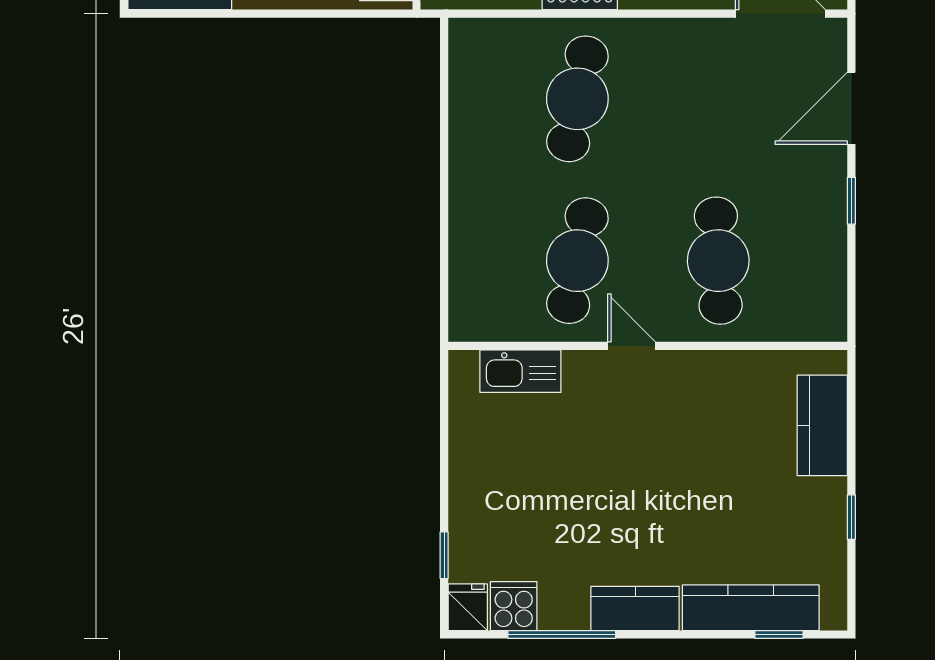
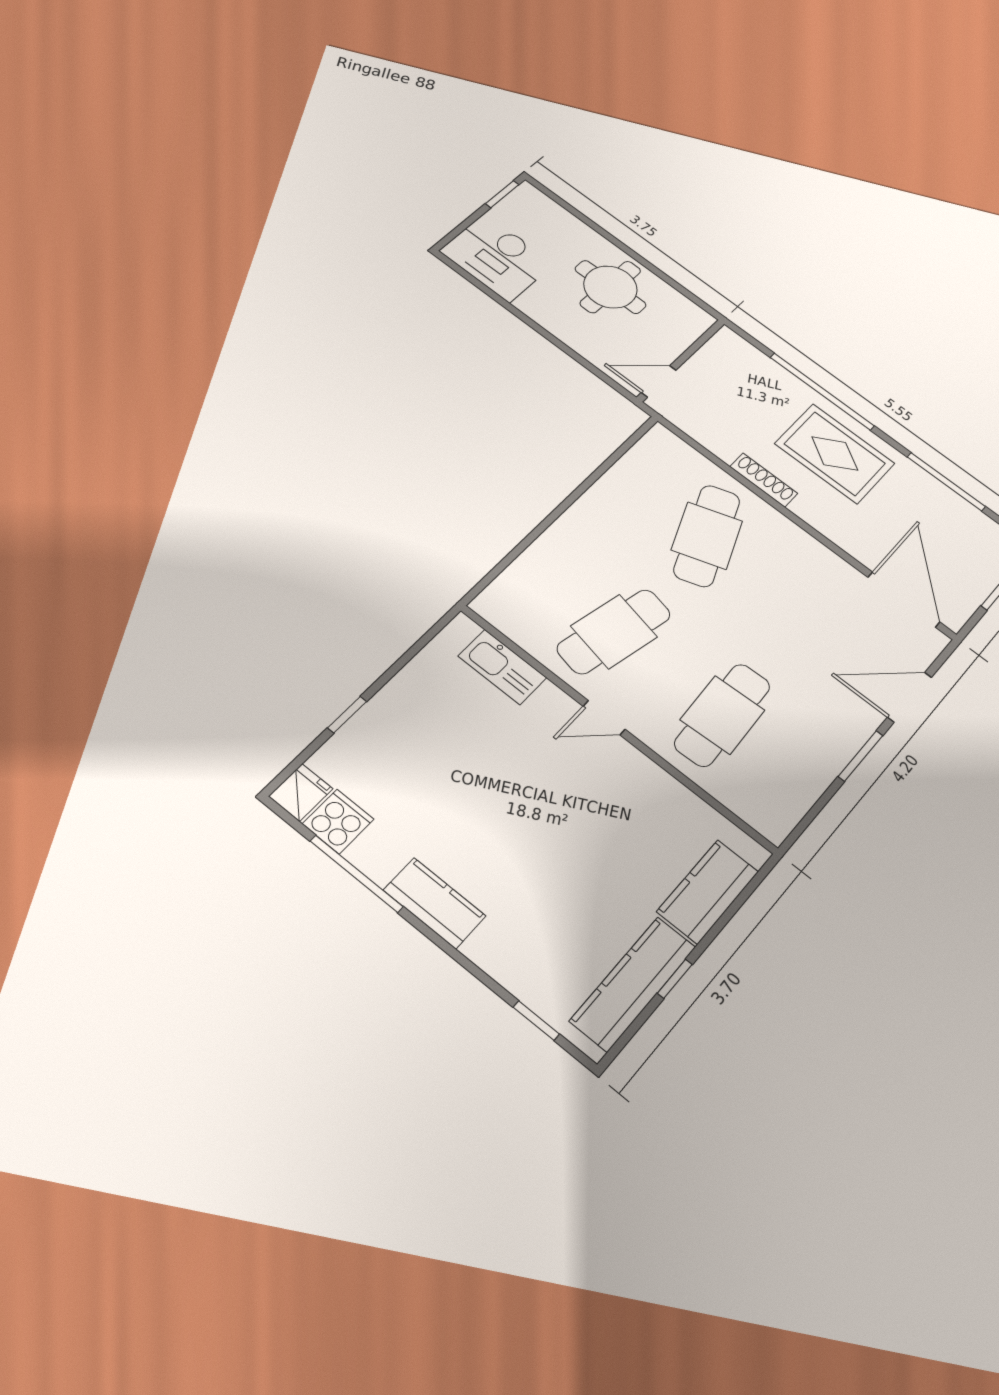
cafe table: (577, 99) -> (707, 536), turned -33
window: (851, 201) -> (861, 756), width x1.50
door: (632, 346) -> (604, 718), swing flipped
window: (444, 555) -> (347, 715), moved
kitchen counter: (751, 608) -> (633, 984), moved, turned -90

